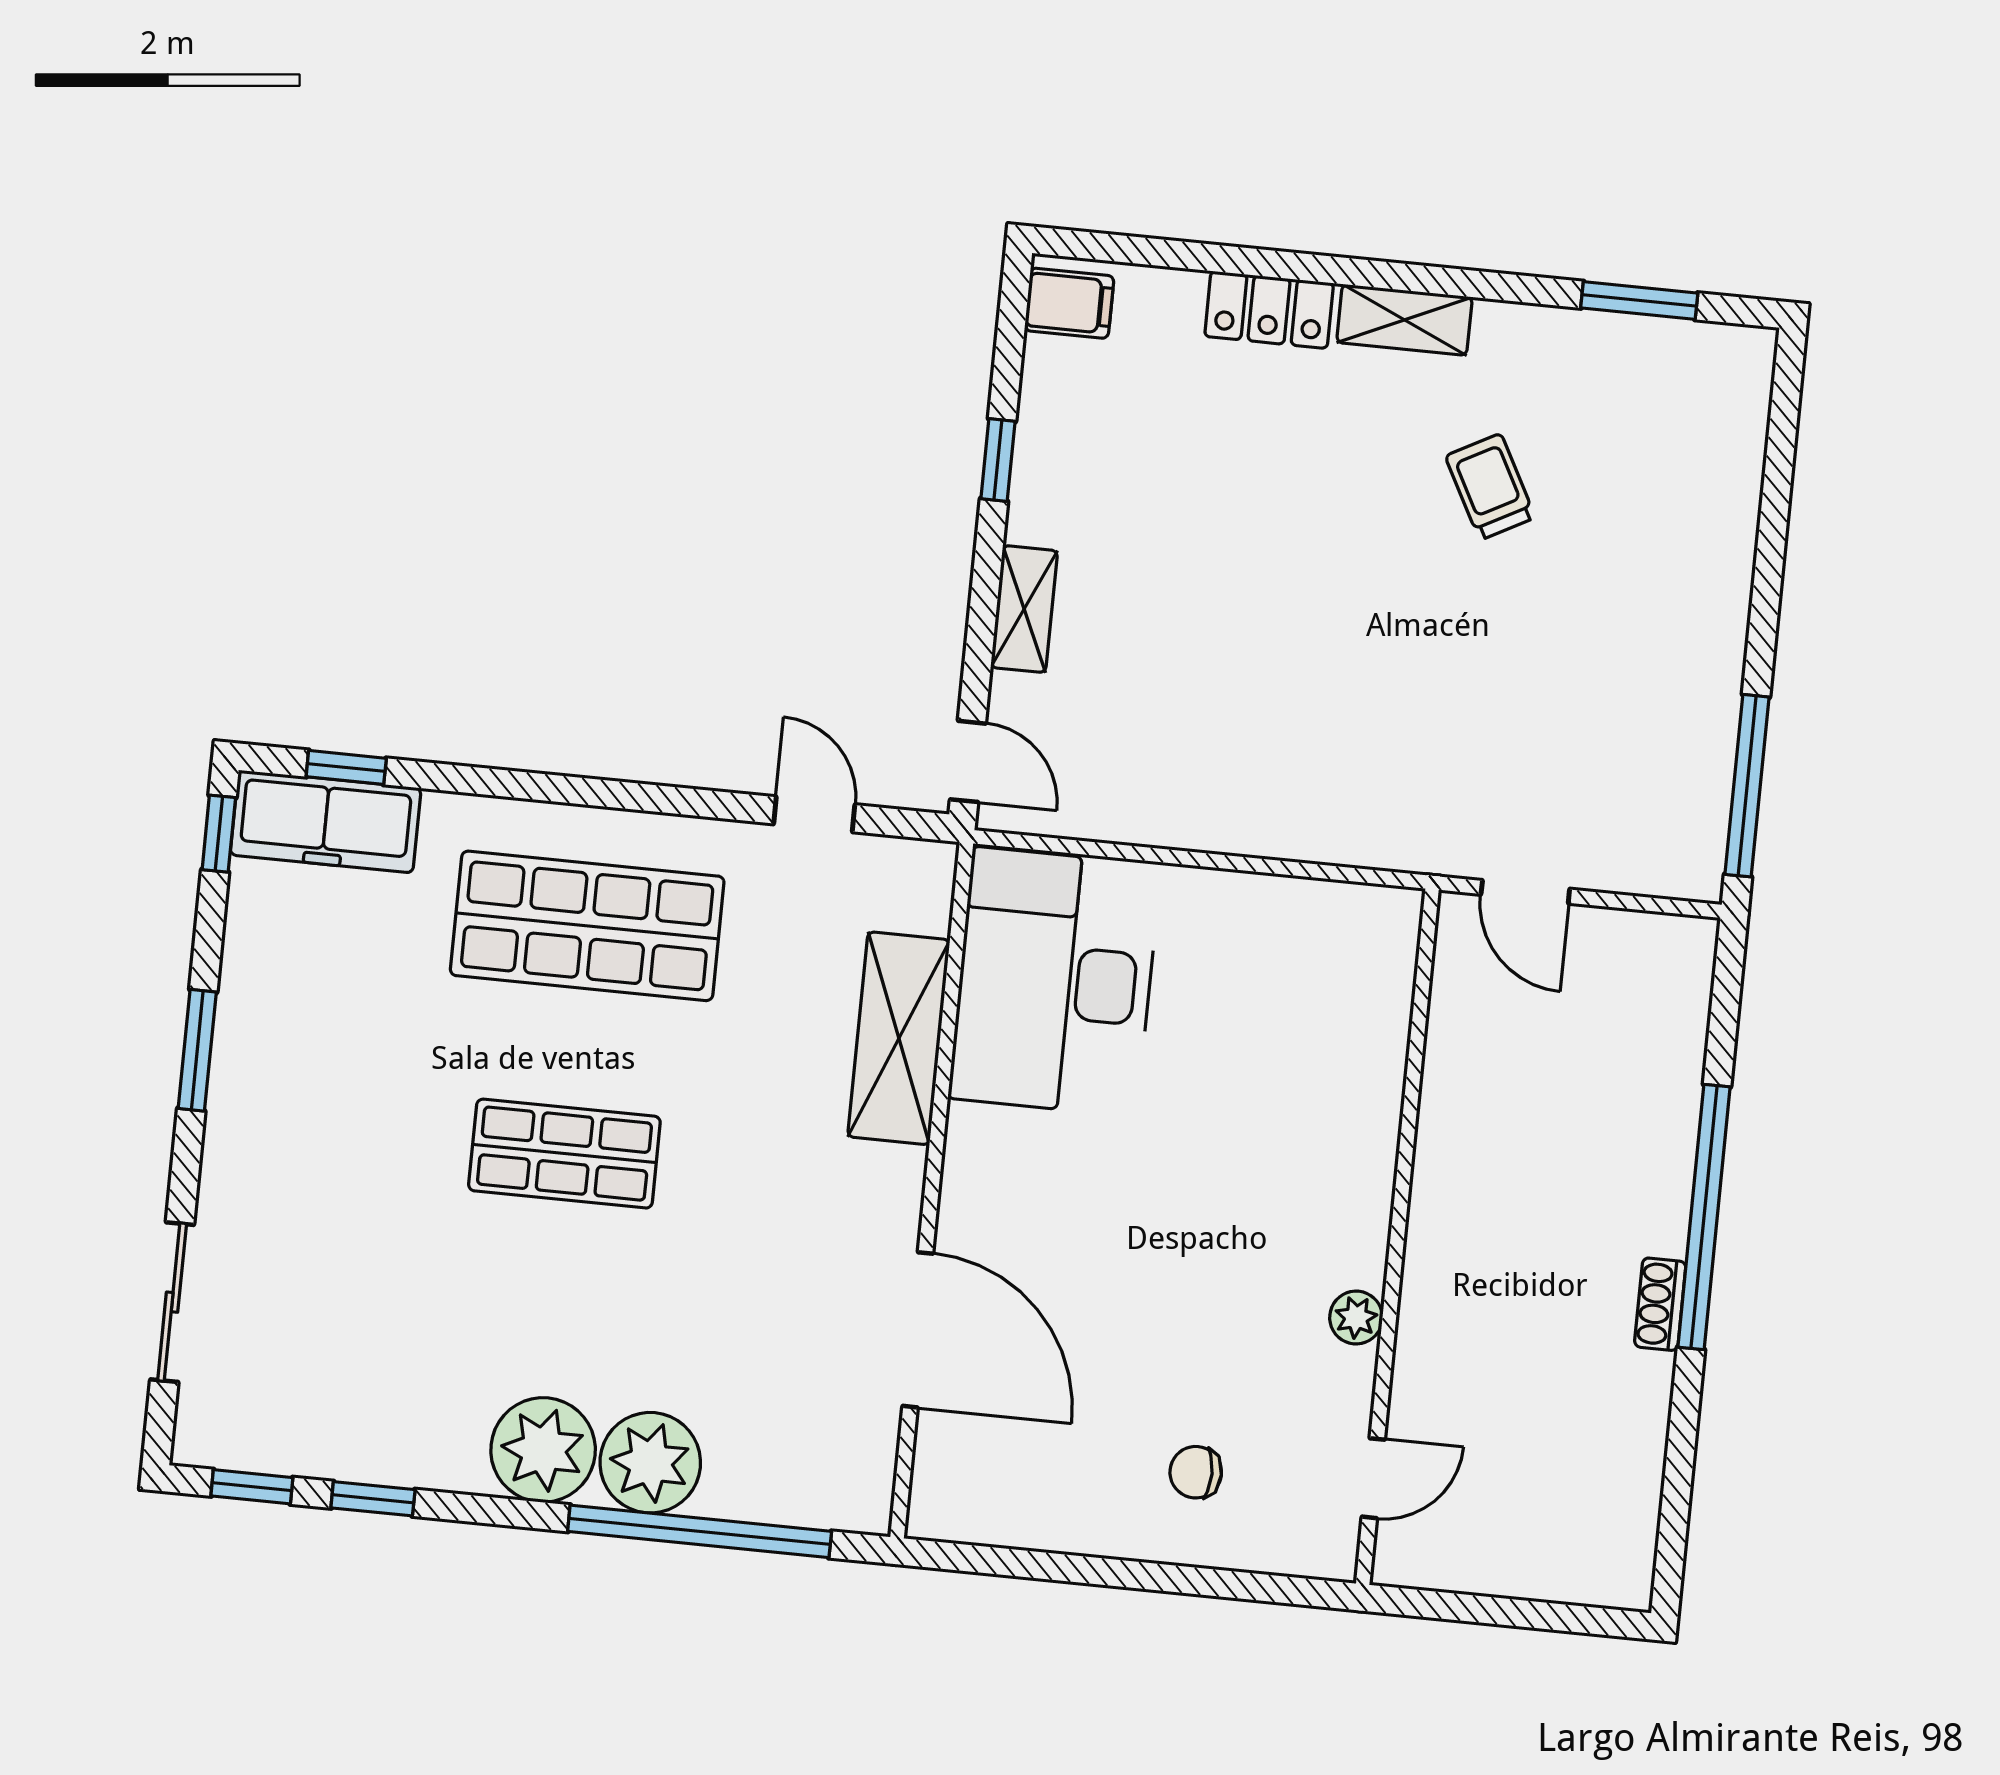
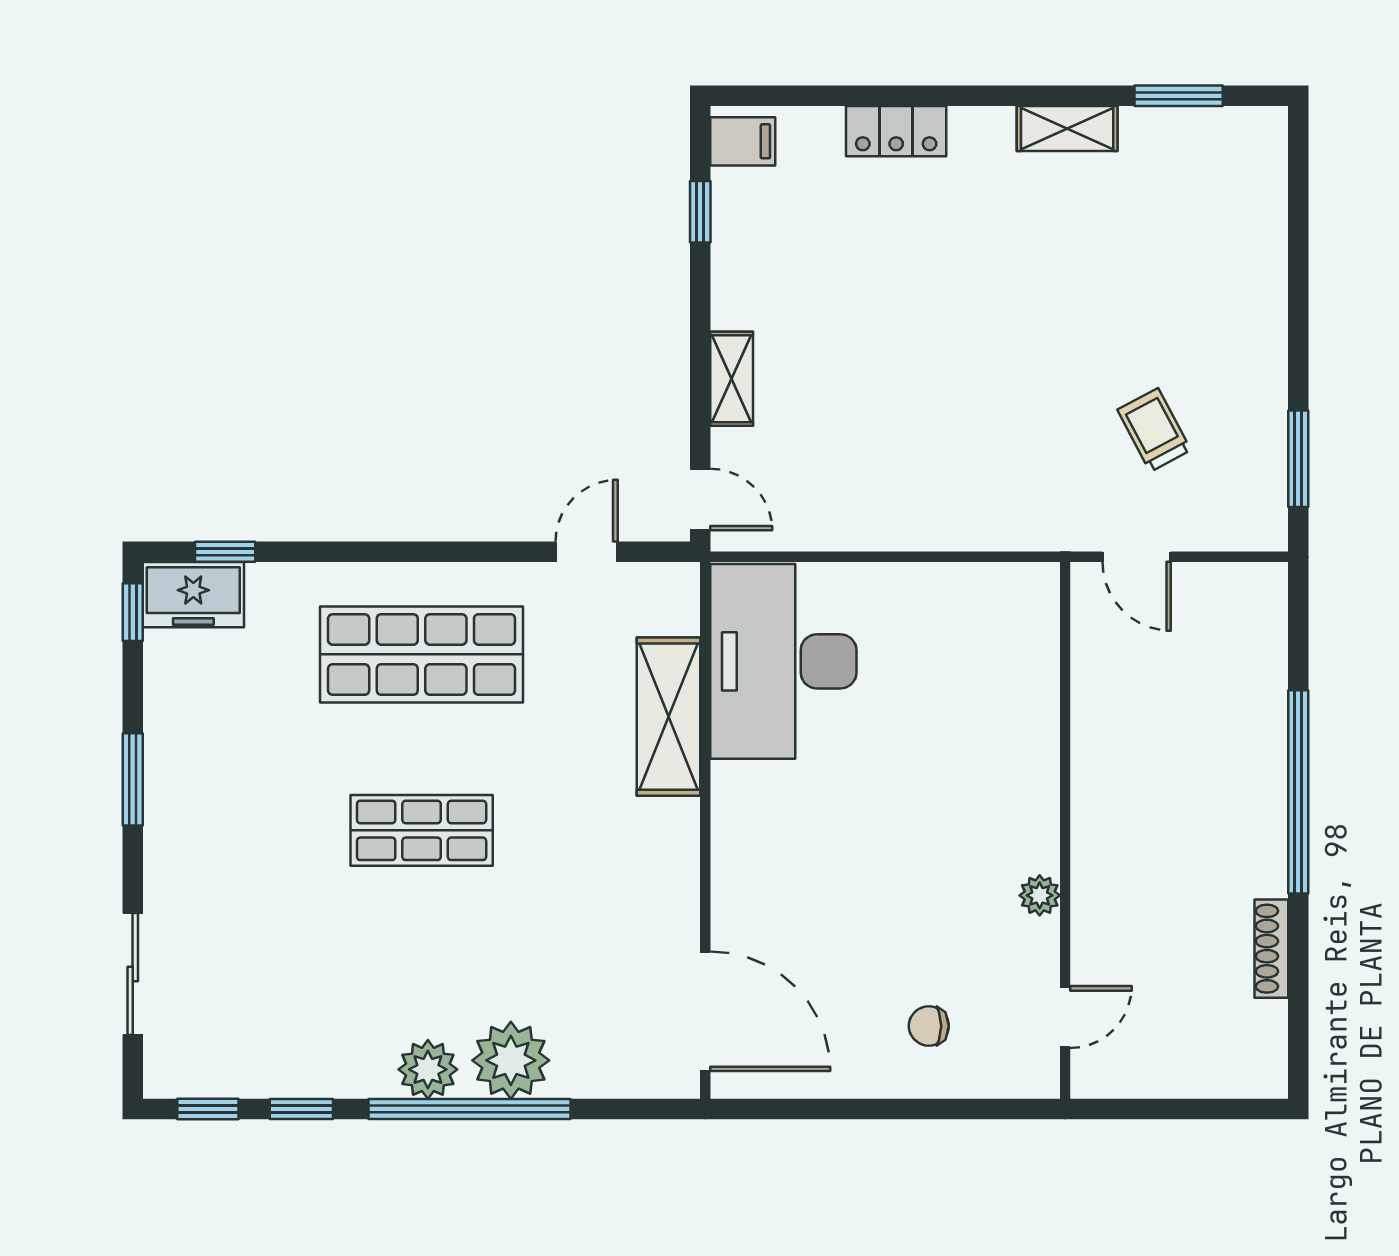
shelving: (1404, 320) -> (1067, 128), moved
window: (998, 460) -> (700, 212), moved
trolley: (1490, 487) -> (1154, 430), moved
window: (1747, 786) -> (1298, 459), width x0.69
door: (814, 814) -> (587, 552), hinge flipped
freezer: (326, 822) -> (193, 595), width x0.71
shoe rack: (1660, 1304) -> (1271, 949), moved, width x1.43
door: (918, 1330) -> (705, 1011), moved
plant: (543, 1450) -> (428, 1069), width x0.73, depth x0.73
window: (700, 1531) -> (470, 1109), moved

